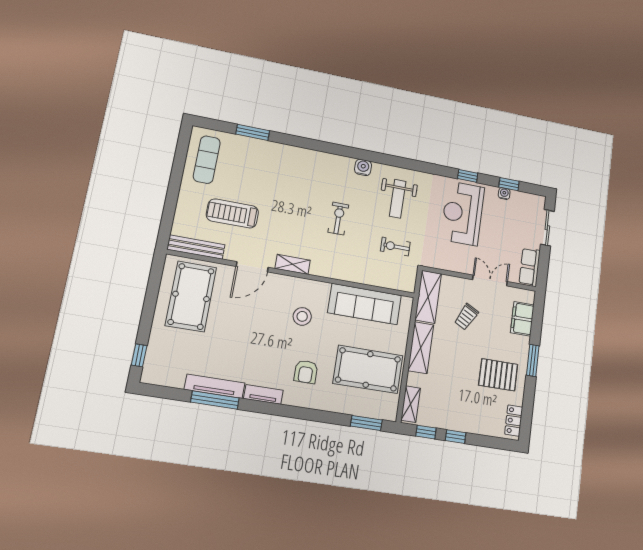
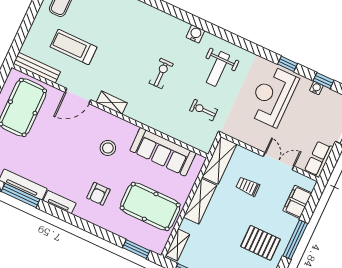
trolley: (466, 317) -> (248, 186), turned 62
window: (533, 360) -> (295, 240), width x1.44

